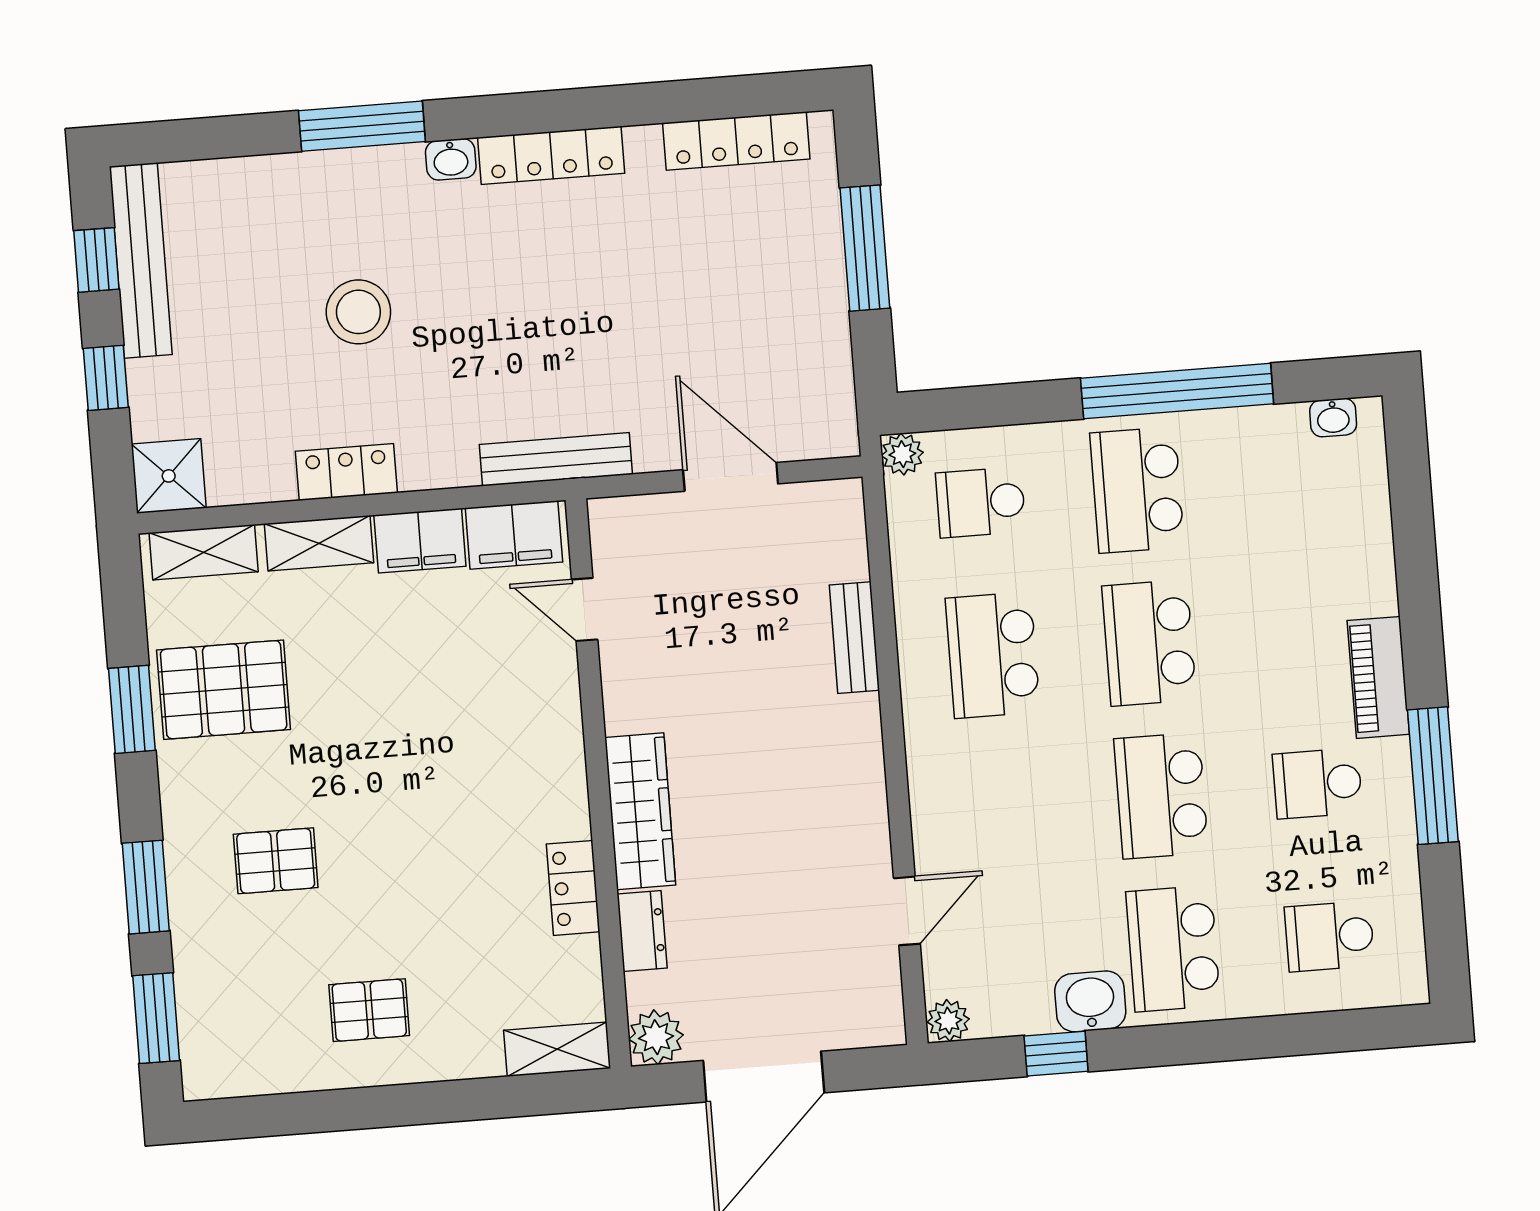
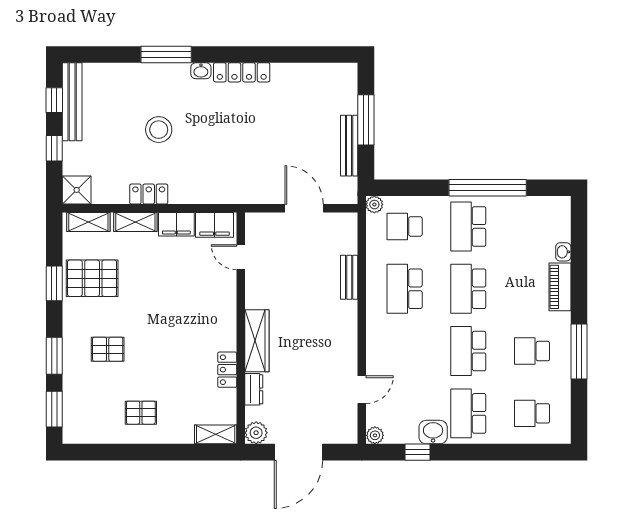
locker: (736, 141) -> (317, 72), removed
washbasin: (1333, 418) -> (563, 252), moved, turned 90
bench: (556, 459) -> (349, 146), moved, turned 90
piano: (1378, 677) -> (560, 287), moved

